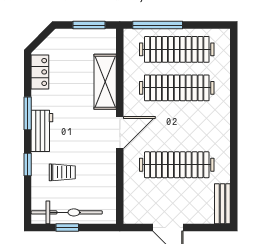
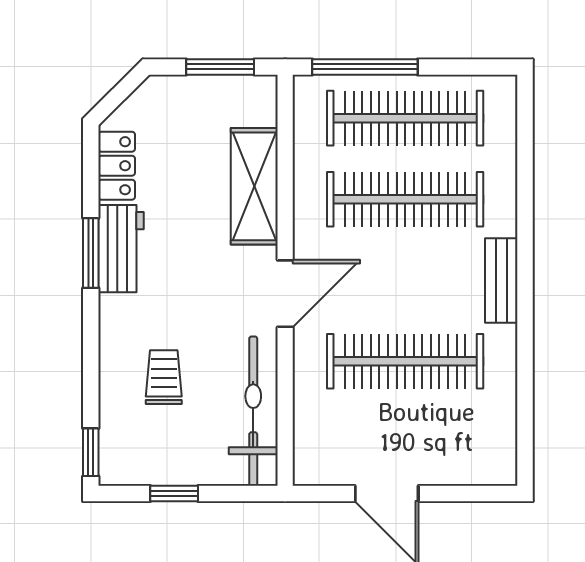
workbench: (42, 131) -> (121, 249), moved
window: (28, 165) -> (91, 452), moved
trolley: (62, 172) -> (164, 377), turned -90
bench: (222, 204) -> (501, 280), moved
bicycle: (67, 212) -> (253, 411), moved, turned -90

